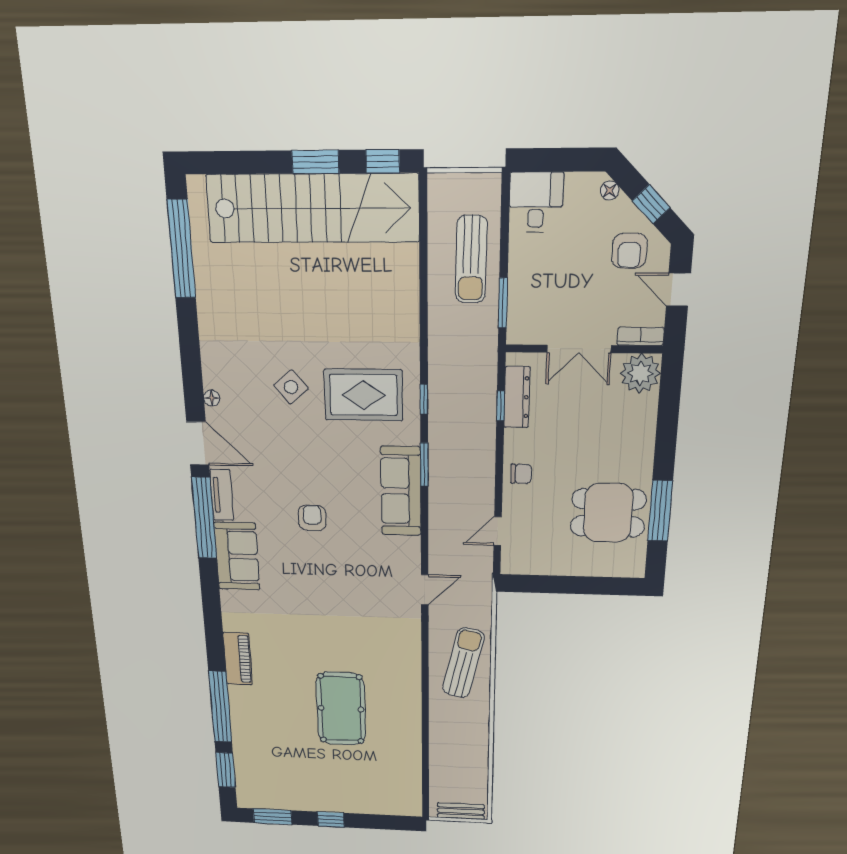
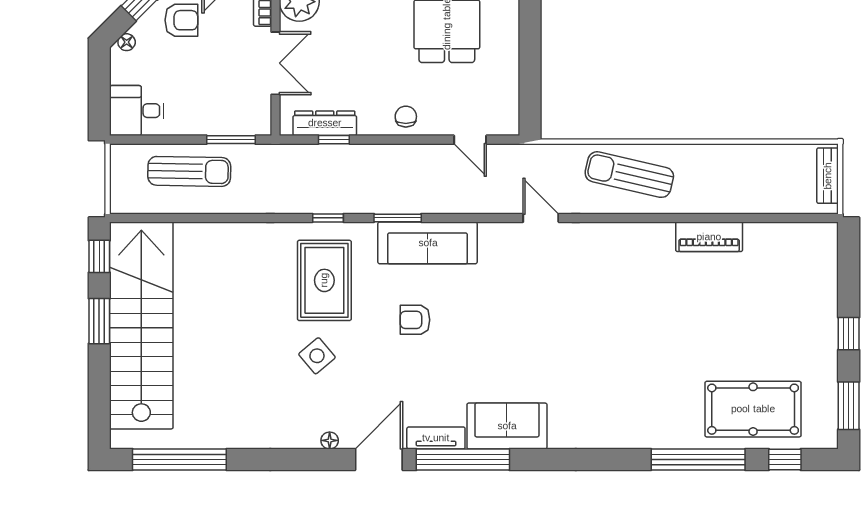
armchair: (312, 518) -> (415, 320), moved
piano: (238, 659) -> (709, 237), moved, turned 180
pool table: (341, 709) -> (753, 409), moved
window: (226, 770) -> (785, 459), width x0.67

